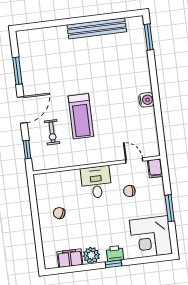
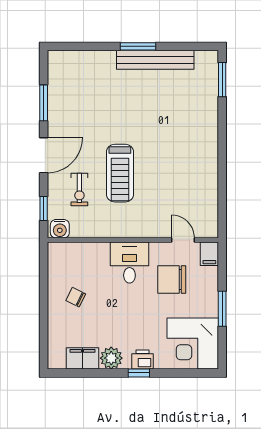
window: (83, 20) -> (138, 46), added
water cooler: (146, 100) -> (60, 229), moved, turned 90
chair: (129, 191) -> (172, 279), width x1.87, depth x1.87

